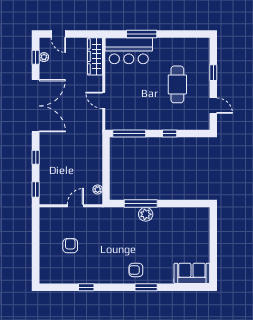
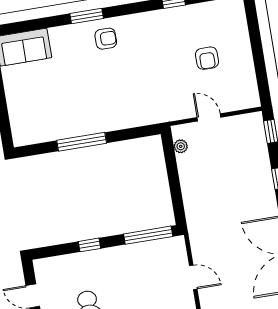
window: (141, 204) -> (82, 142), moved
door: (75, 206) -> (209, 117), swing flipped
plant: (146, 214) -> (105, 122), removed

